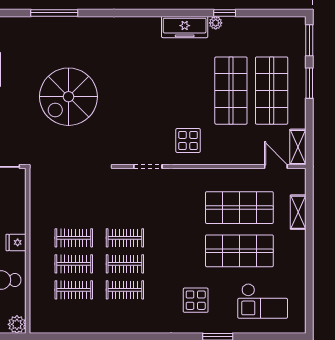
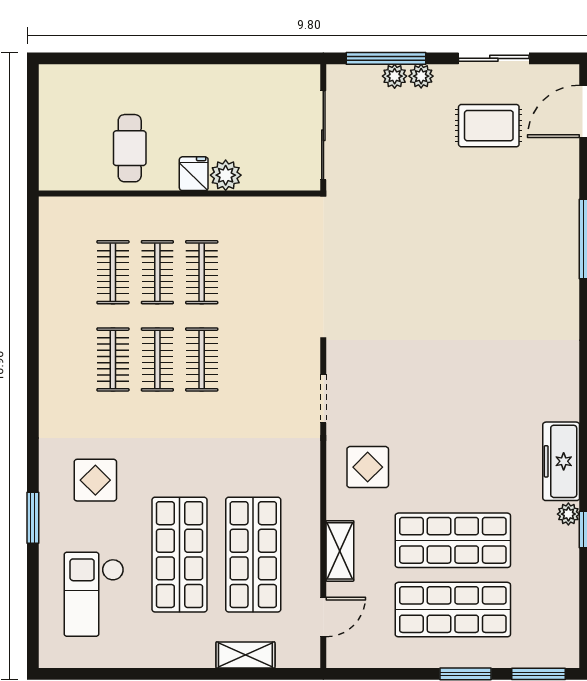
spiral stairs: (68, 97) -> (442, 263), removed
shelving: (298, 147) -> (340, 551), moved, turned 90
plant: (17, 324) -> (226, 175), moved

